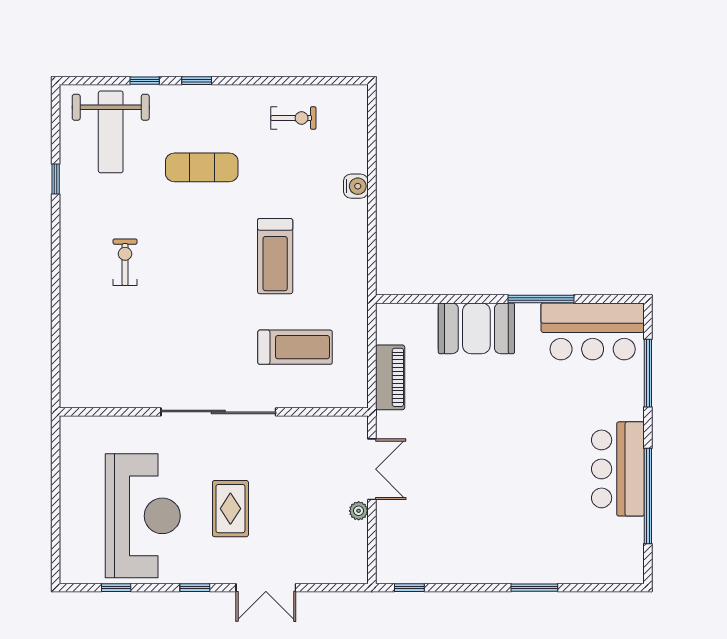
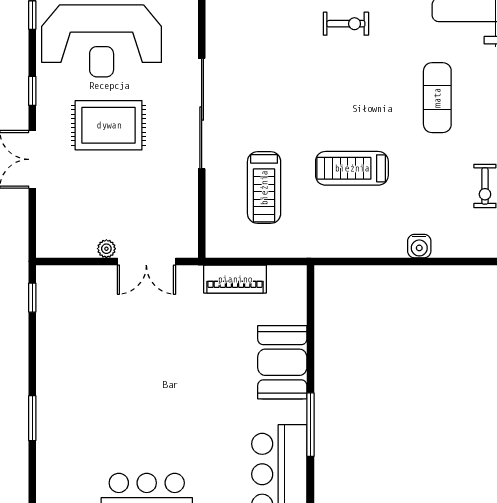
rug: (230, 509) -> (109, 125), width x1.36, depth x1.43

